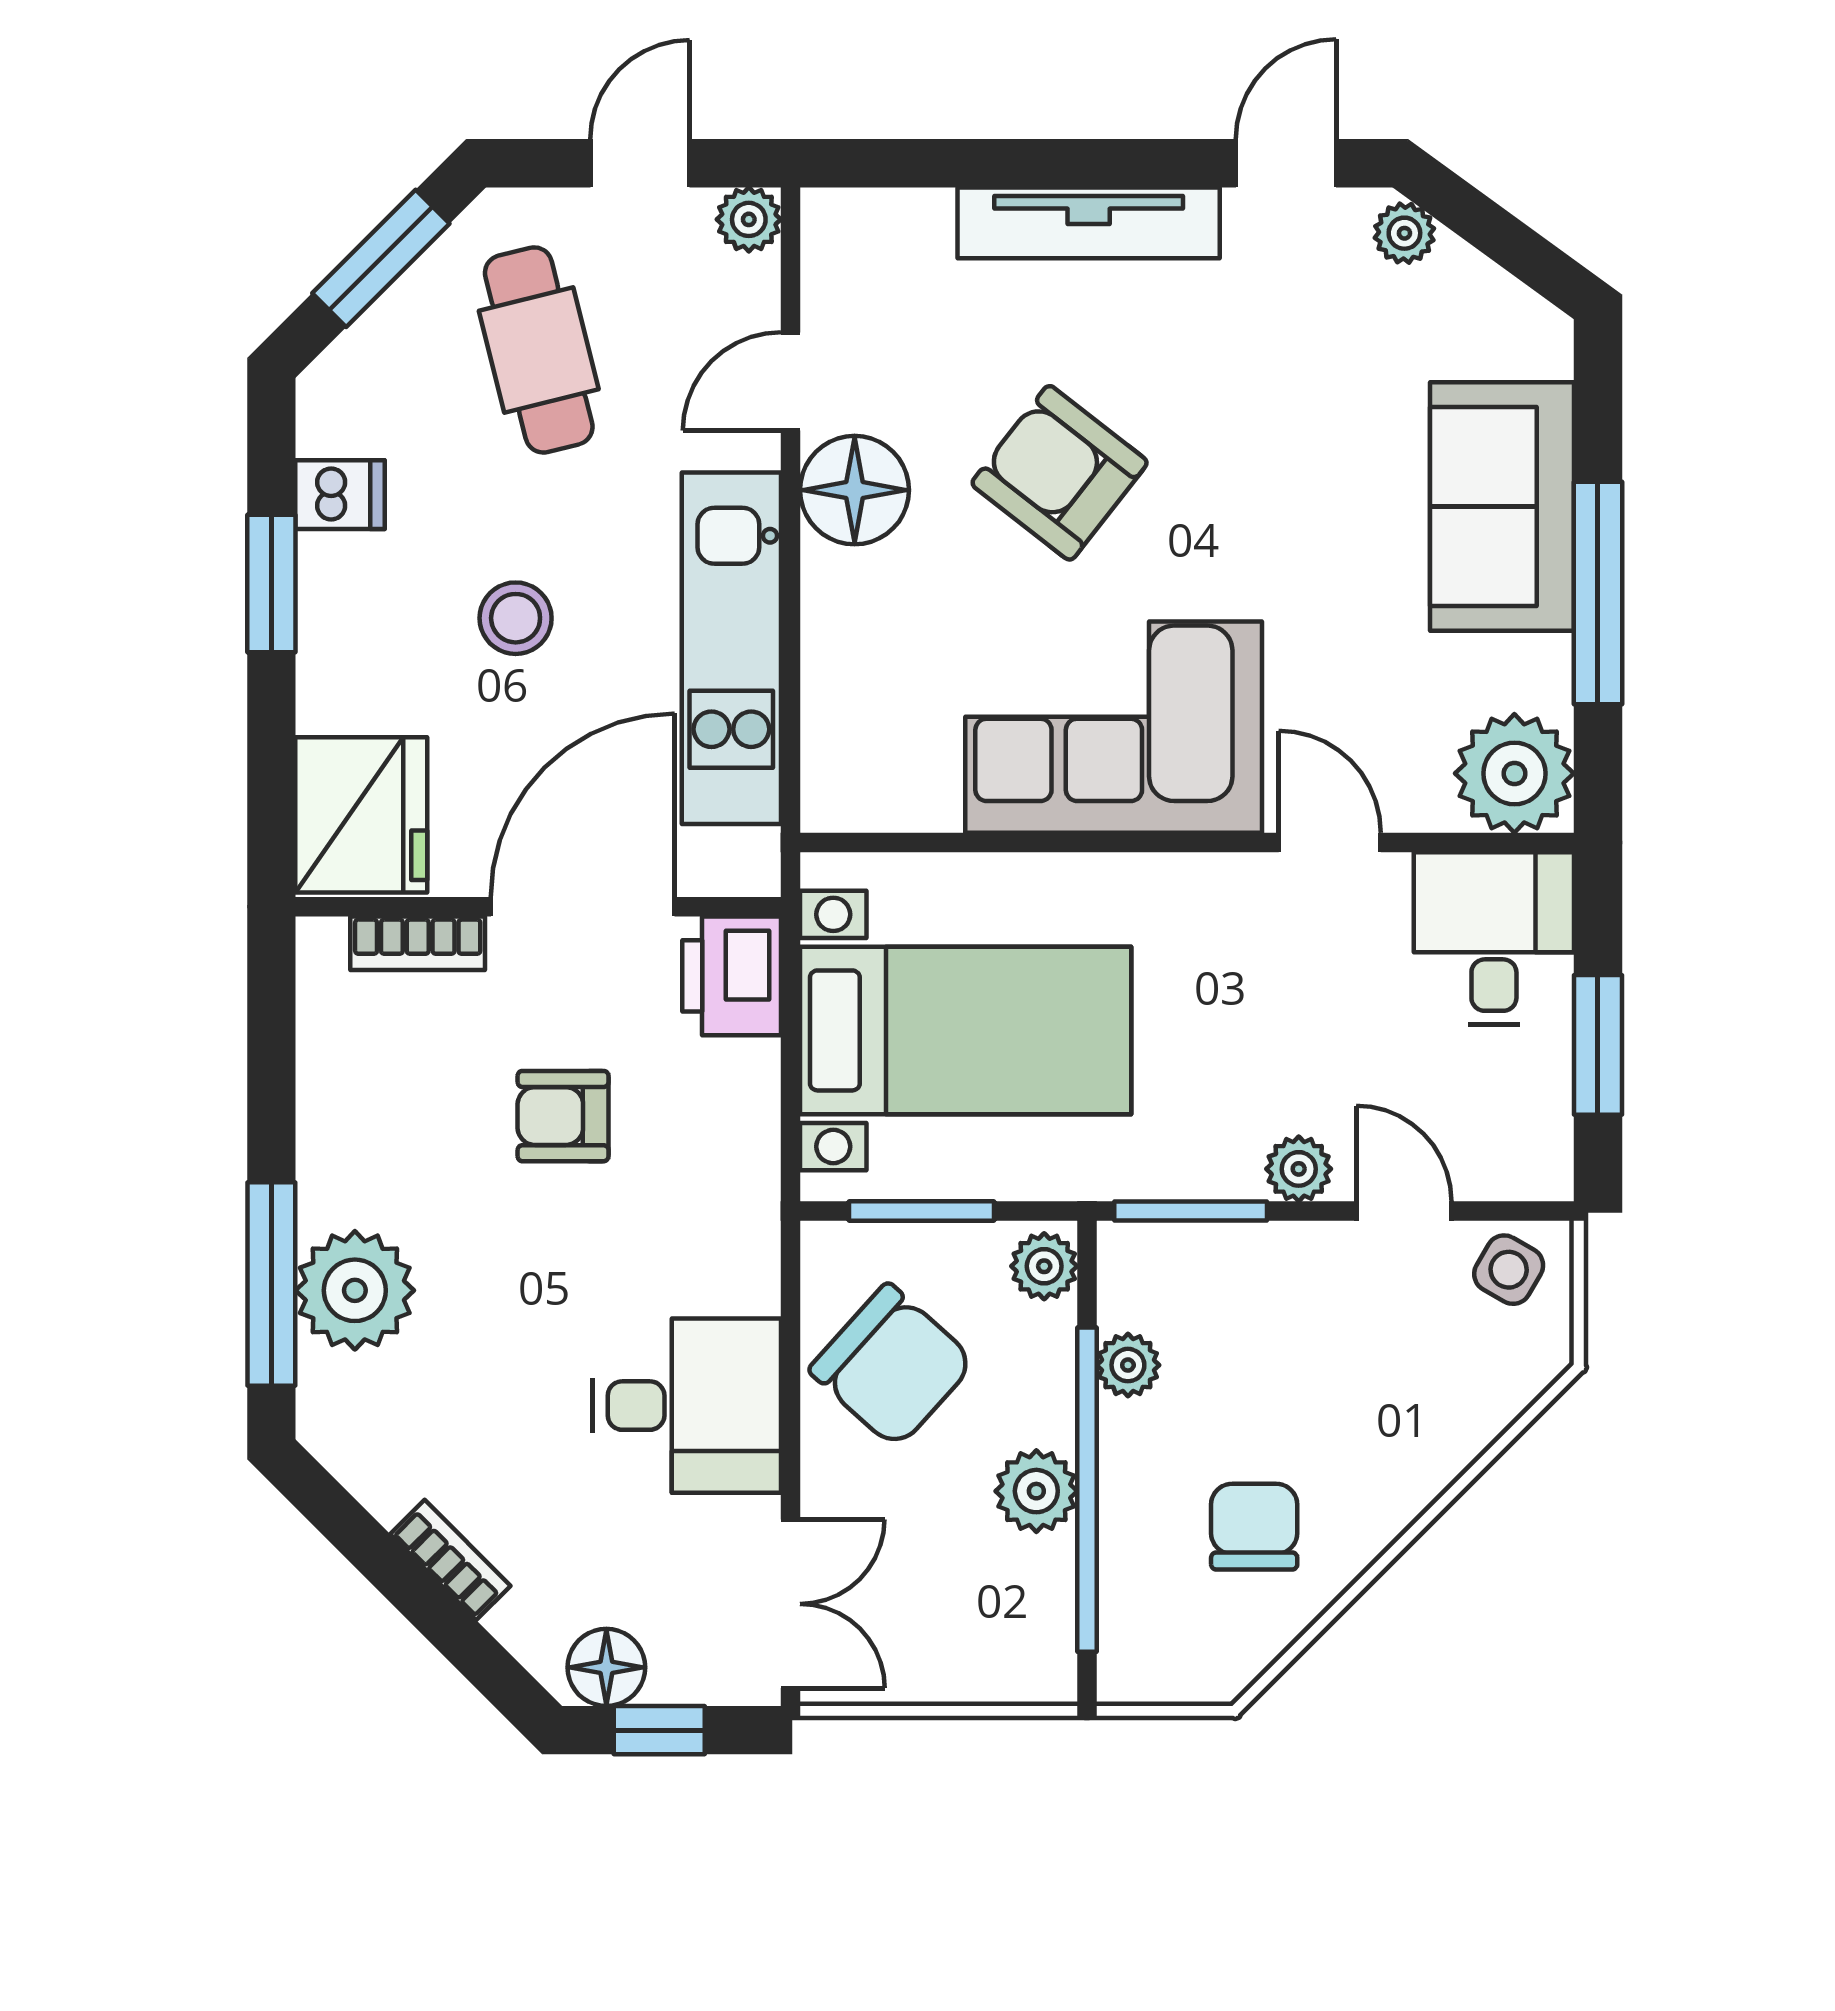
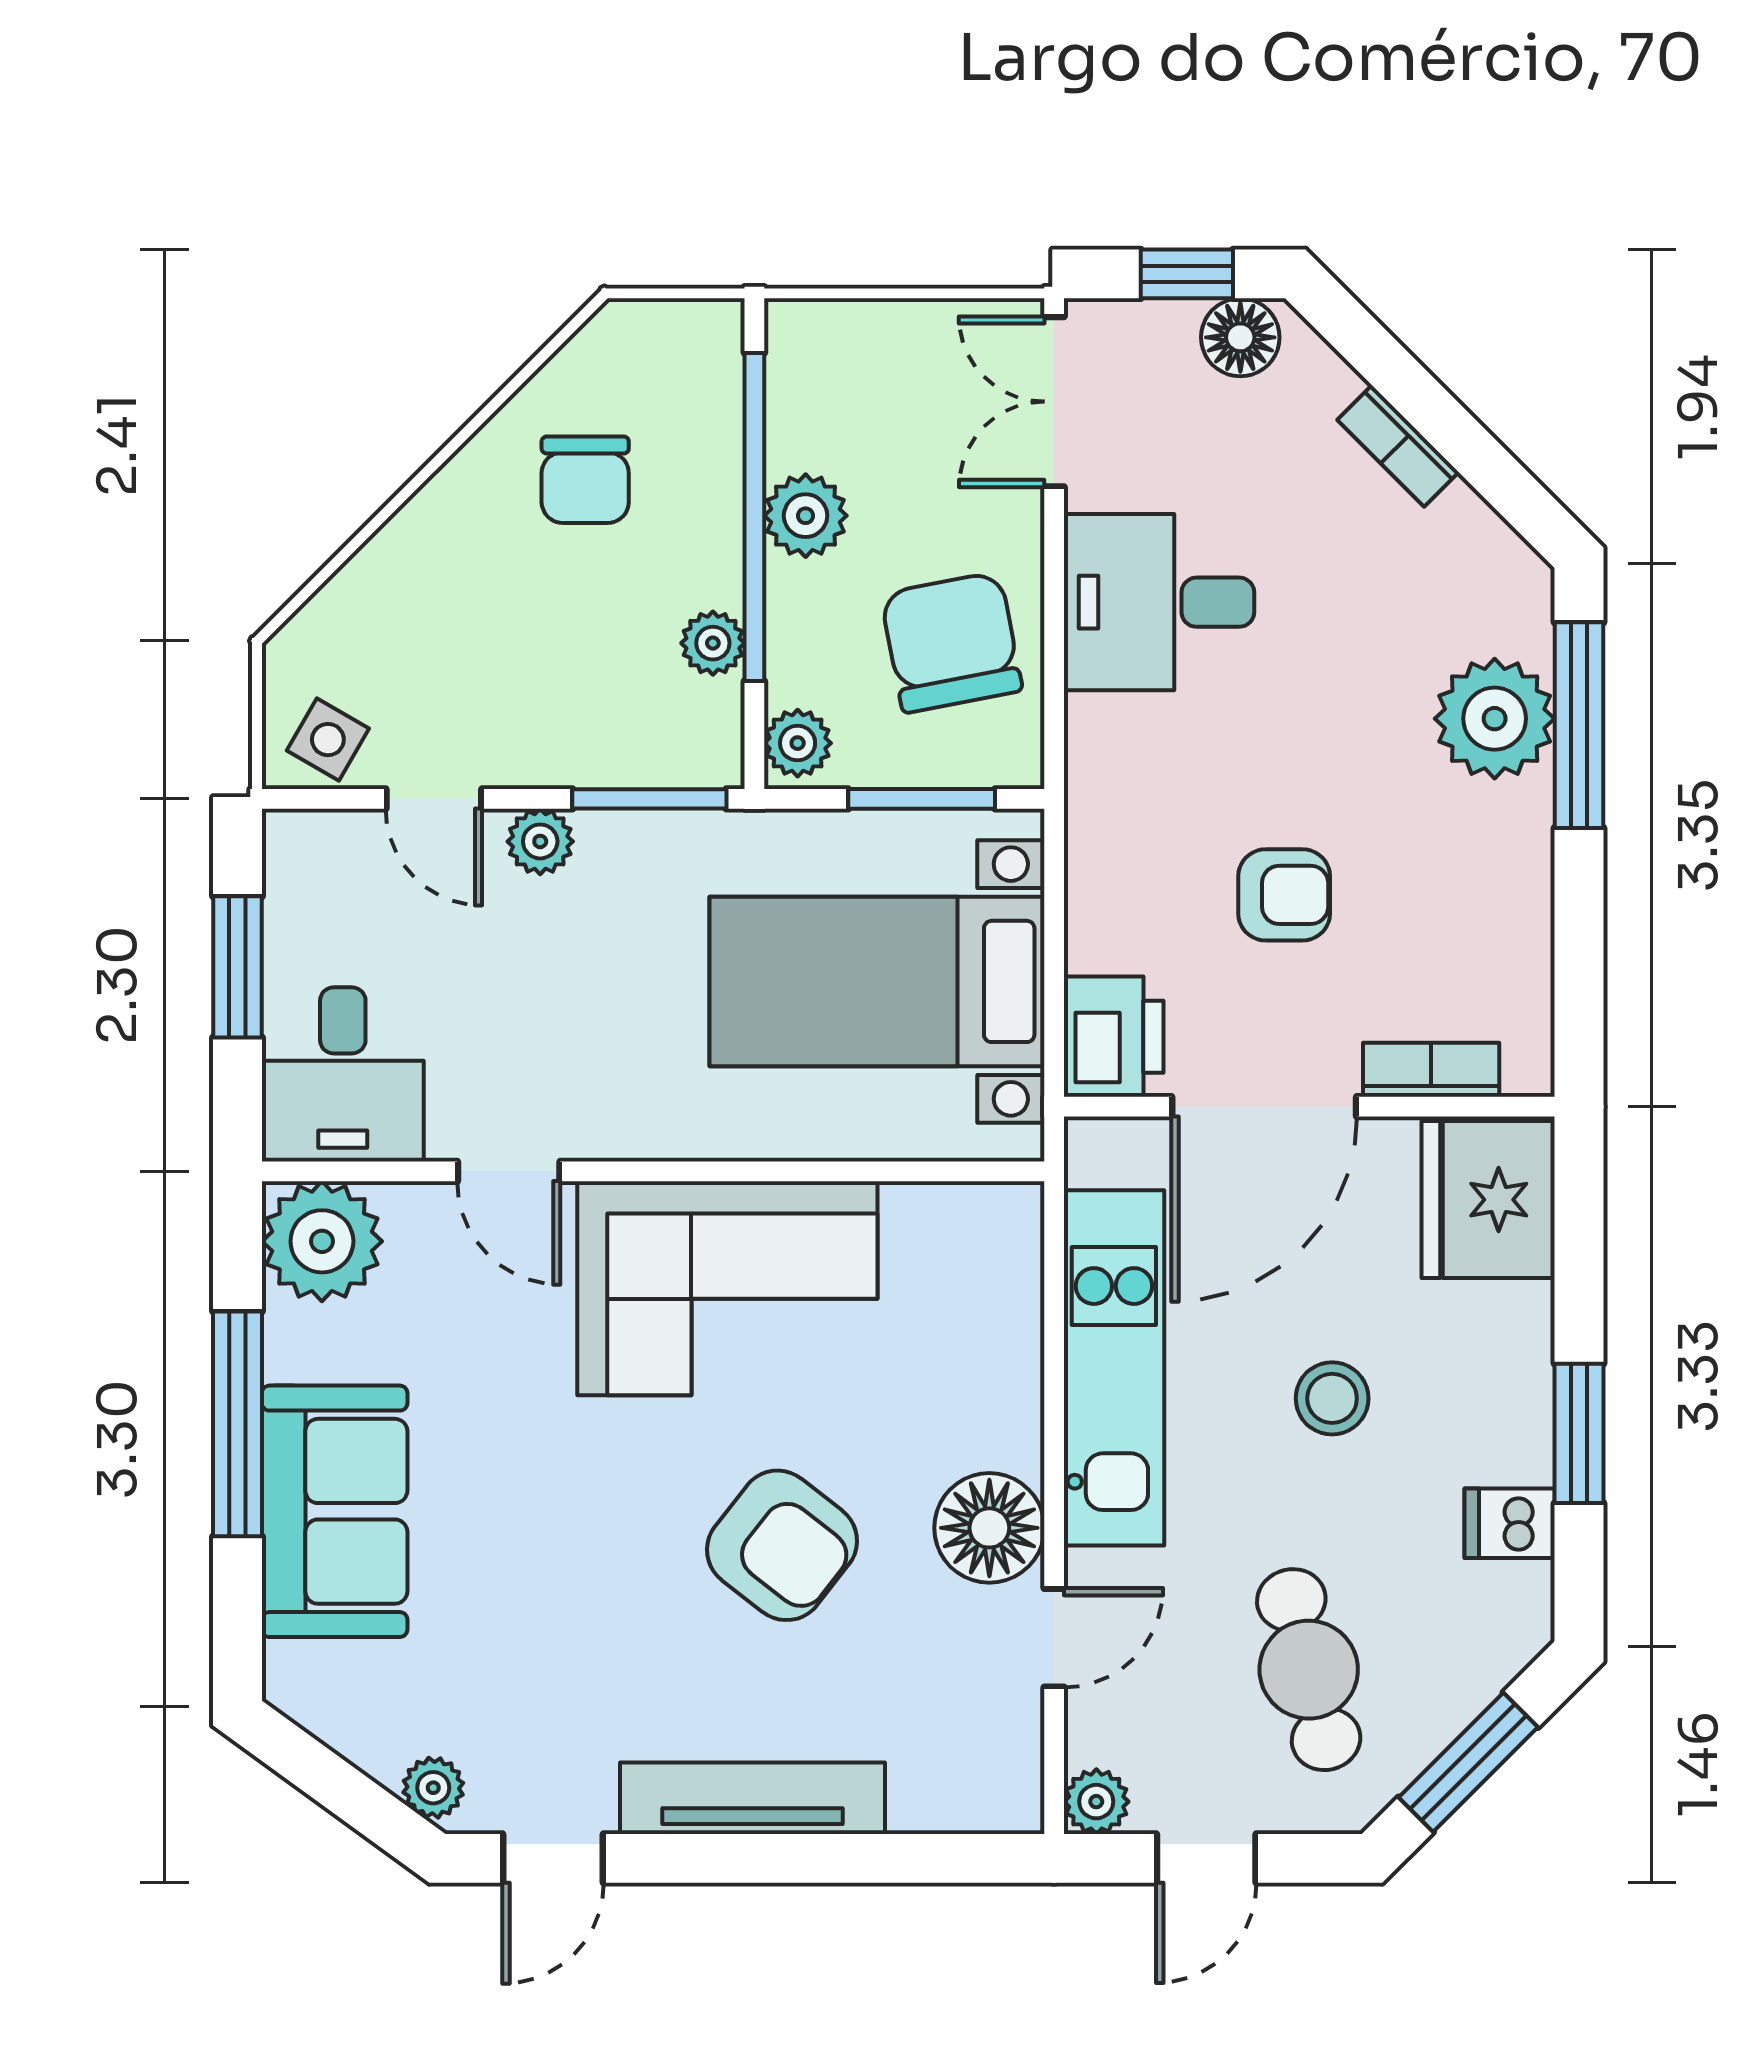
chair: (892, 1366) -> (951, 642), turned 37

